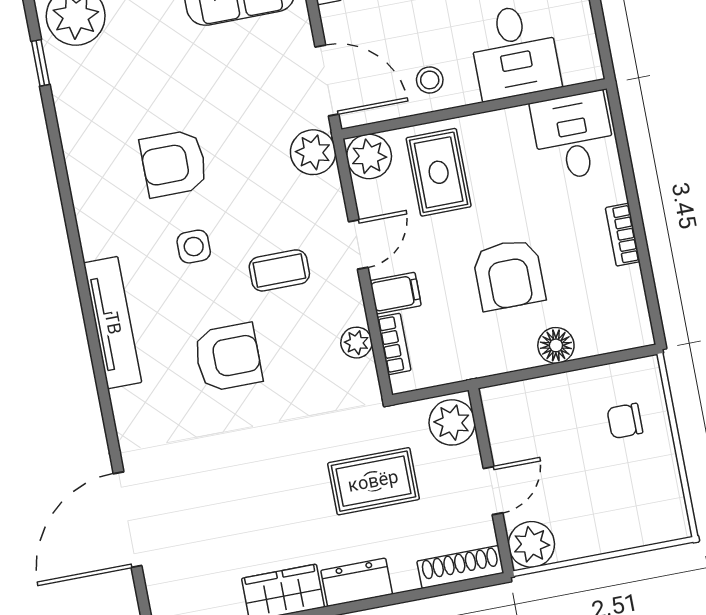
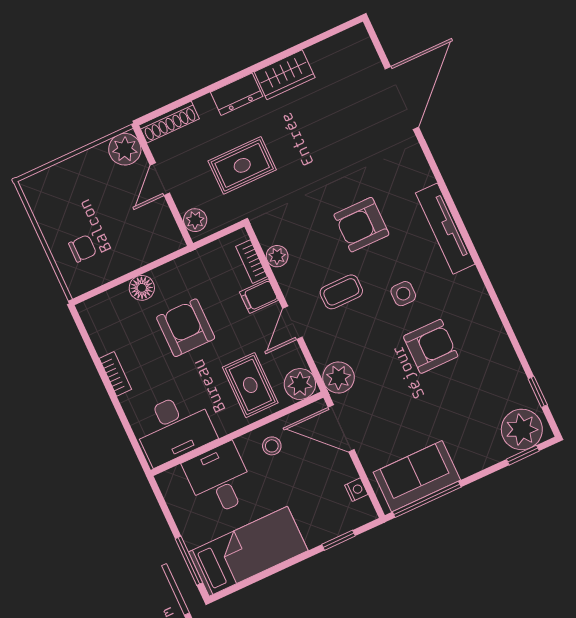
desk: (573, 136) -> (174, 428), width x1.37
plant: (452, 422) -> (195, 220), width x0.73, depth x0.73

